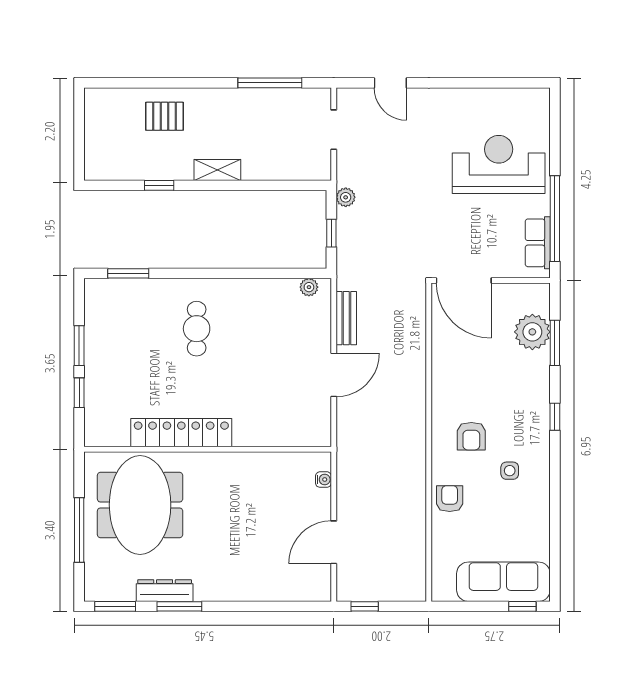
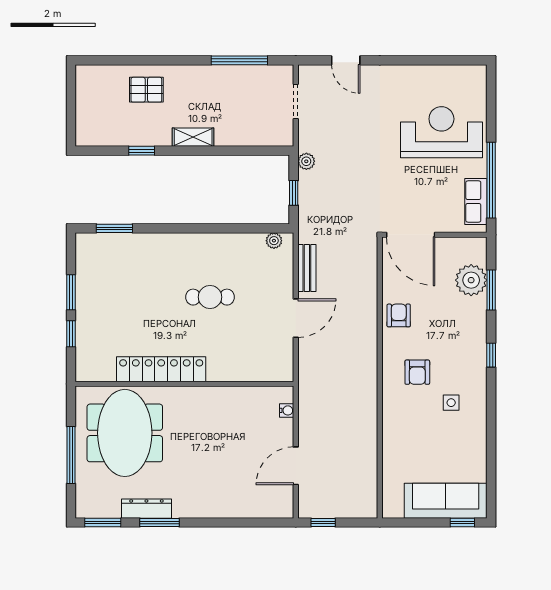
cafe table: (197, 329) -> (210, 297), moved, turned 90
armchair: (450, 499) -> (399, 315), moved

